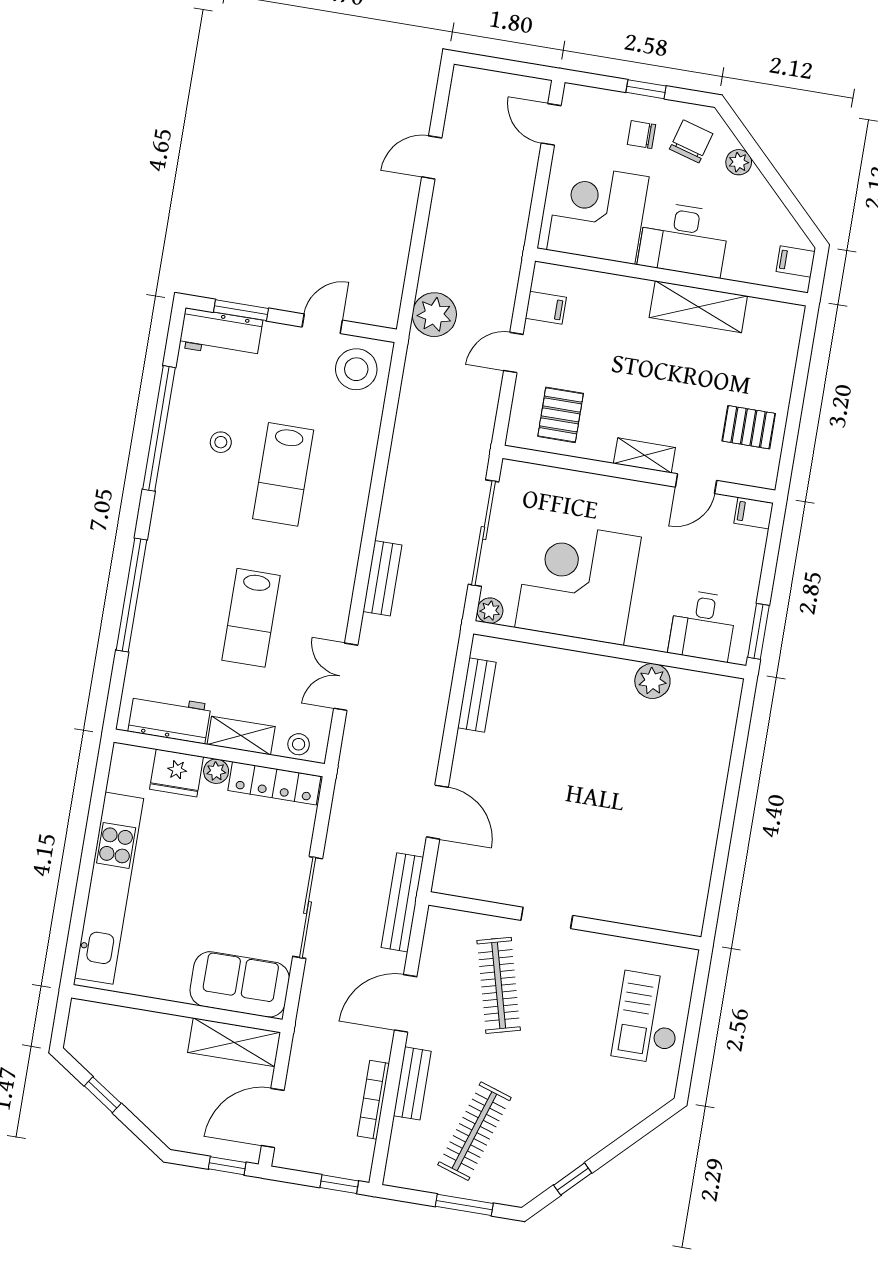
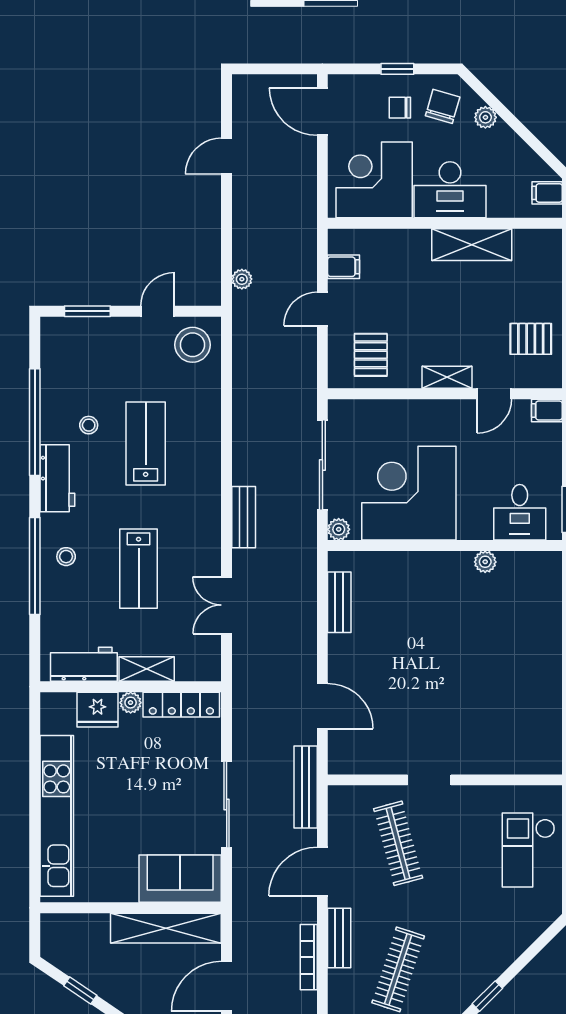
door: (551, 124) -> (322, 112), width x1.38
plant: (434, 315) -> (242, 279), width x0.53, depth x0.53
workbench: (221, 334) -> (57, 478), moved, turned -90
lab bench: (283, 474) -> (146, 443), turned 180
plant: (652, 681) -> (485, 562), width x0.73, depth x0.73
stool: (299, 744) -> (66, 557), moved
shelving: (234, 1042) -> (166, 928), width x1.47

